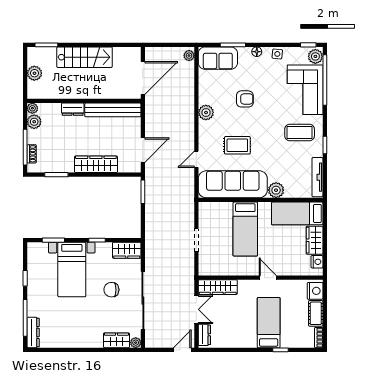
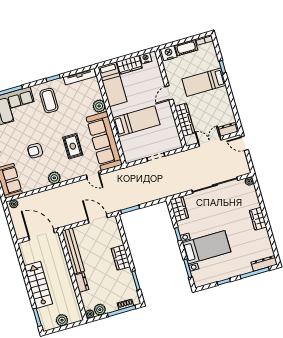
armchair: (245, 99) -> (35, 151), turned -90
wardrobe: (96, 164) -> (121, 258), width x0.67
wardrobe: (218, 287) -> (185, 120), moved
chair: (111, 290) -> (213, 212), removed
wardrobe: (116, 340) -> (258, 219), moved

